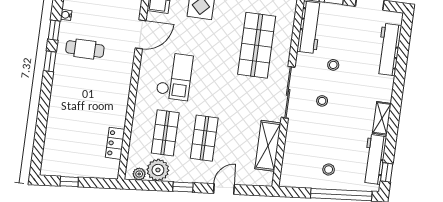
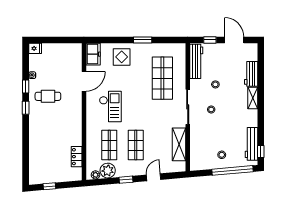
workbench: (389, 49) -> (251, 74), width x0.73
shelving: (382, 118) -> (253, 98), moved

